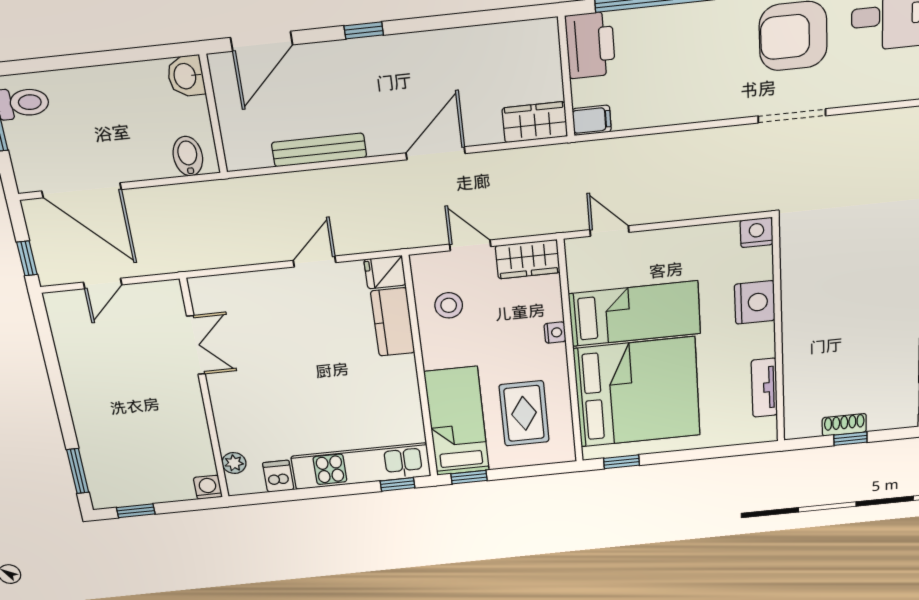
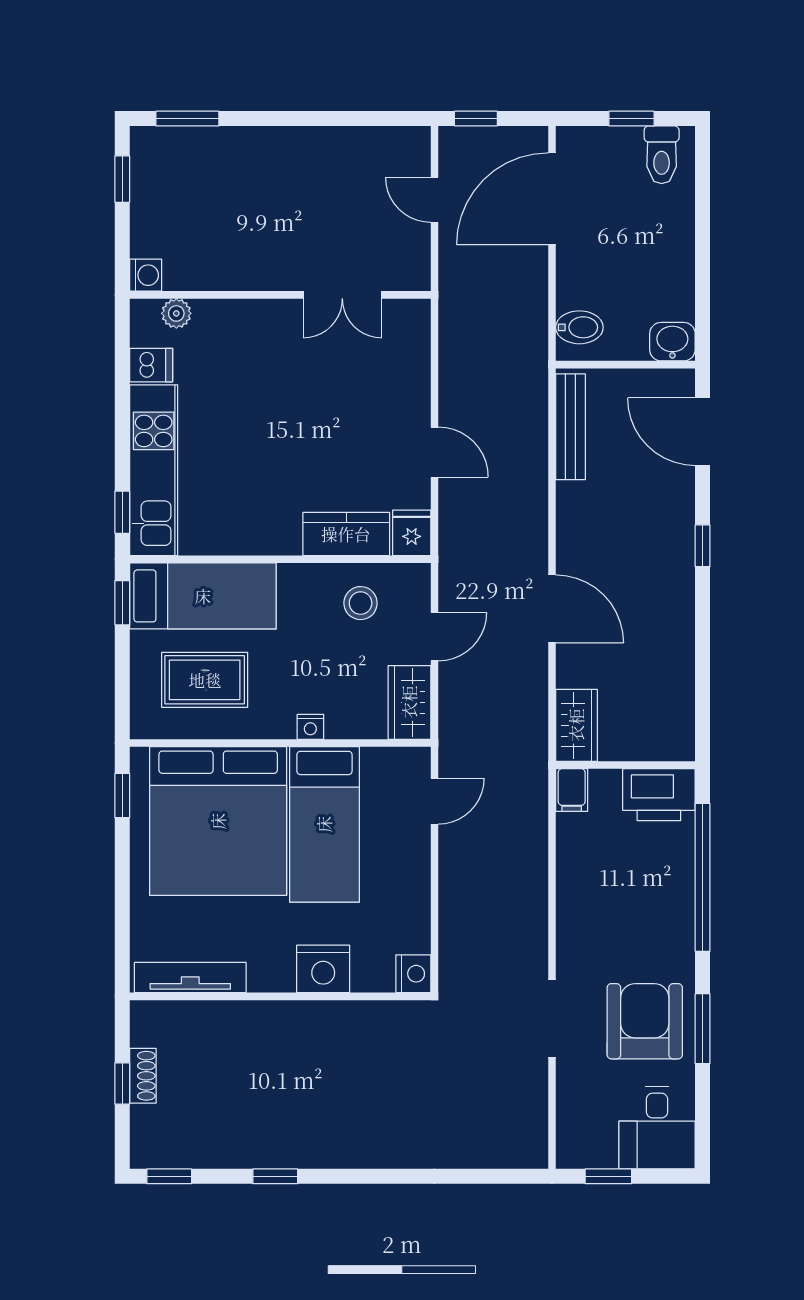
bench: (319, 150) -> (570, 427), moved
tv unit: (764, 388) -> (190, 978), width x1.41

